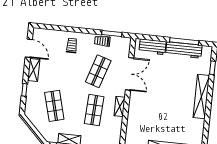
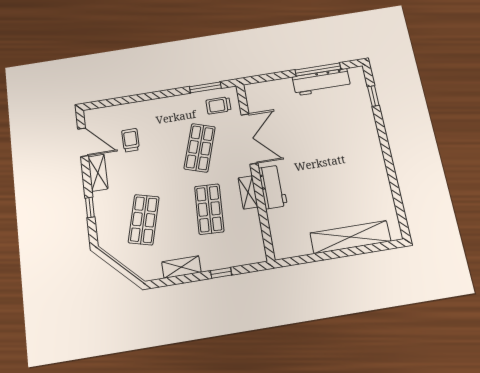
trolley: (102, 41) -> (218, 105), moved
trolley: (72, 46) -> (130, 140), moved
workbench: (152, 47) -> (273, 187), moved, turned -90
shelving: (201, 96) -> (371, 143), removed
shop shelf: (54, 106) -> (144, 220), turned 30

